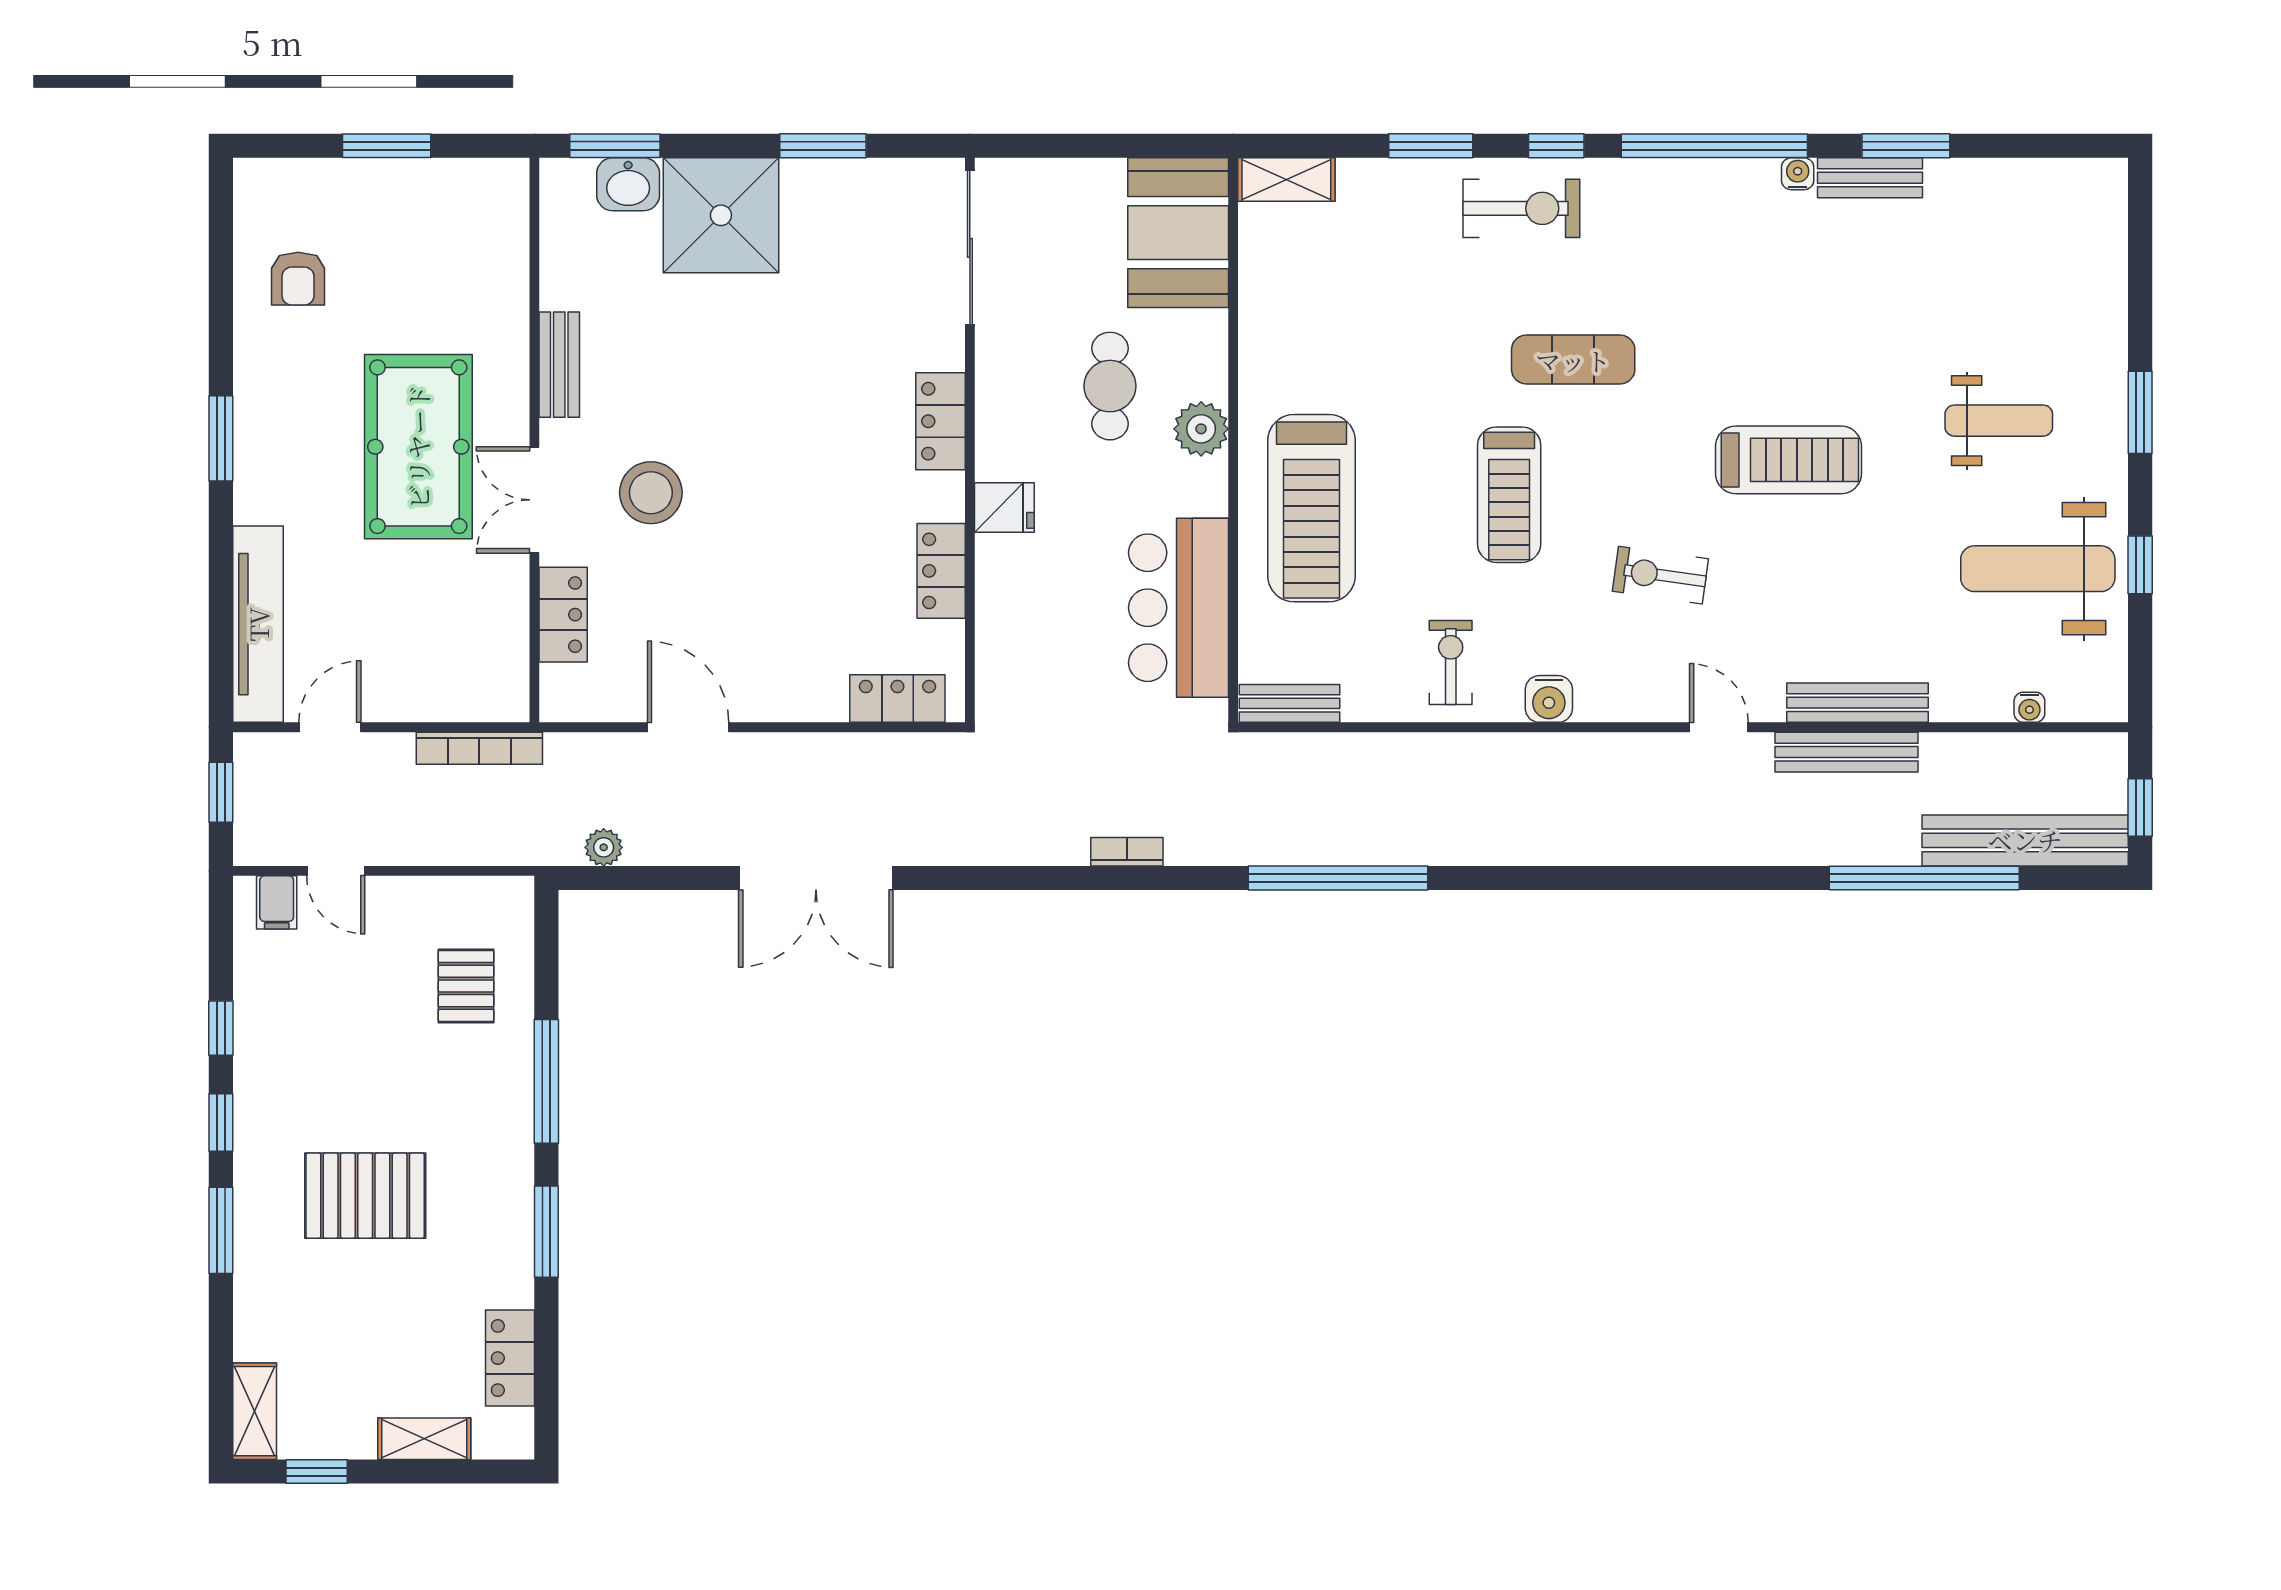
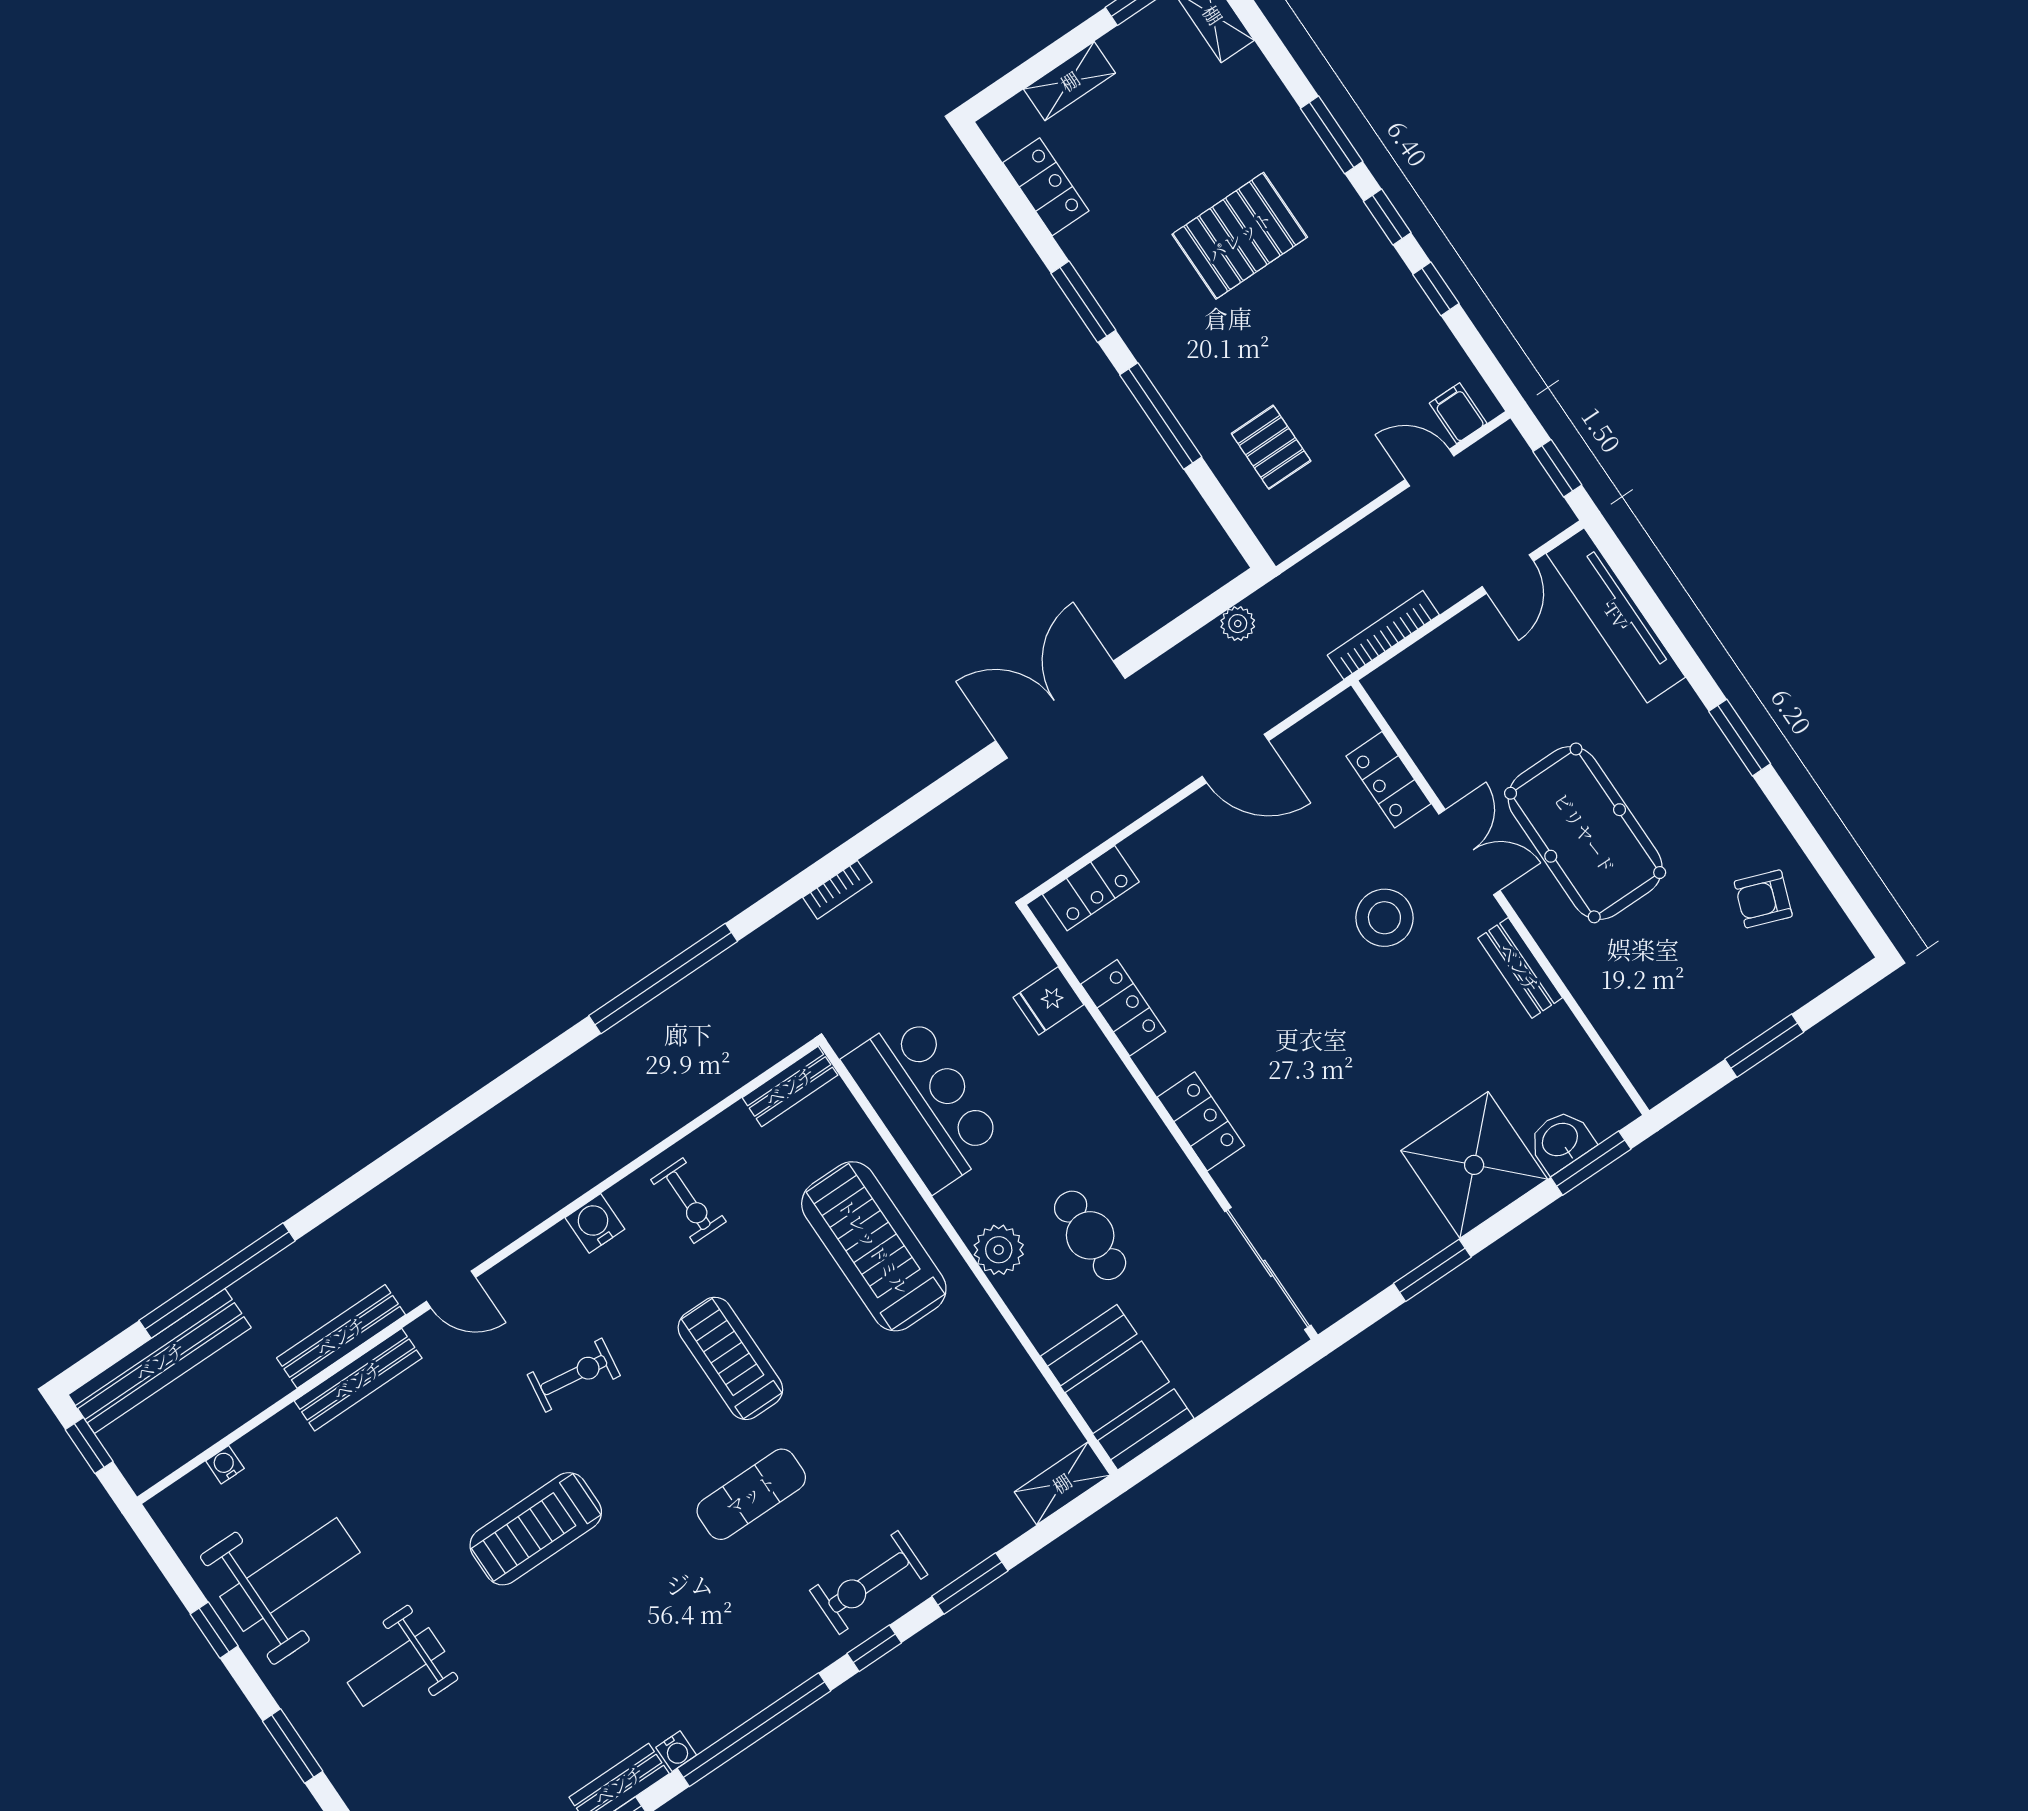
armchair: (298, 279) -> (1763, 899), turned -70
fridge: (1004, 508) -> (1048, 1001), moved

